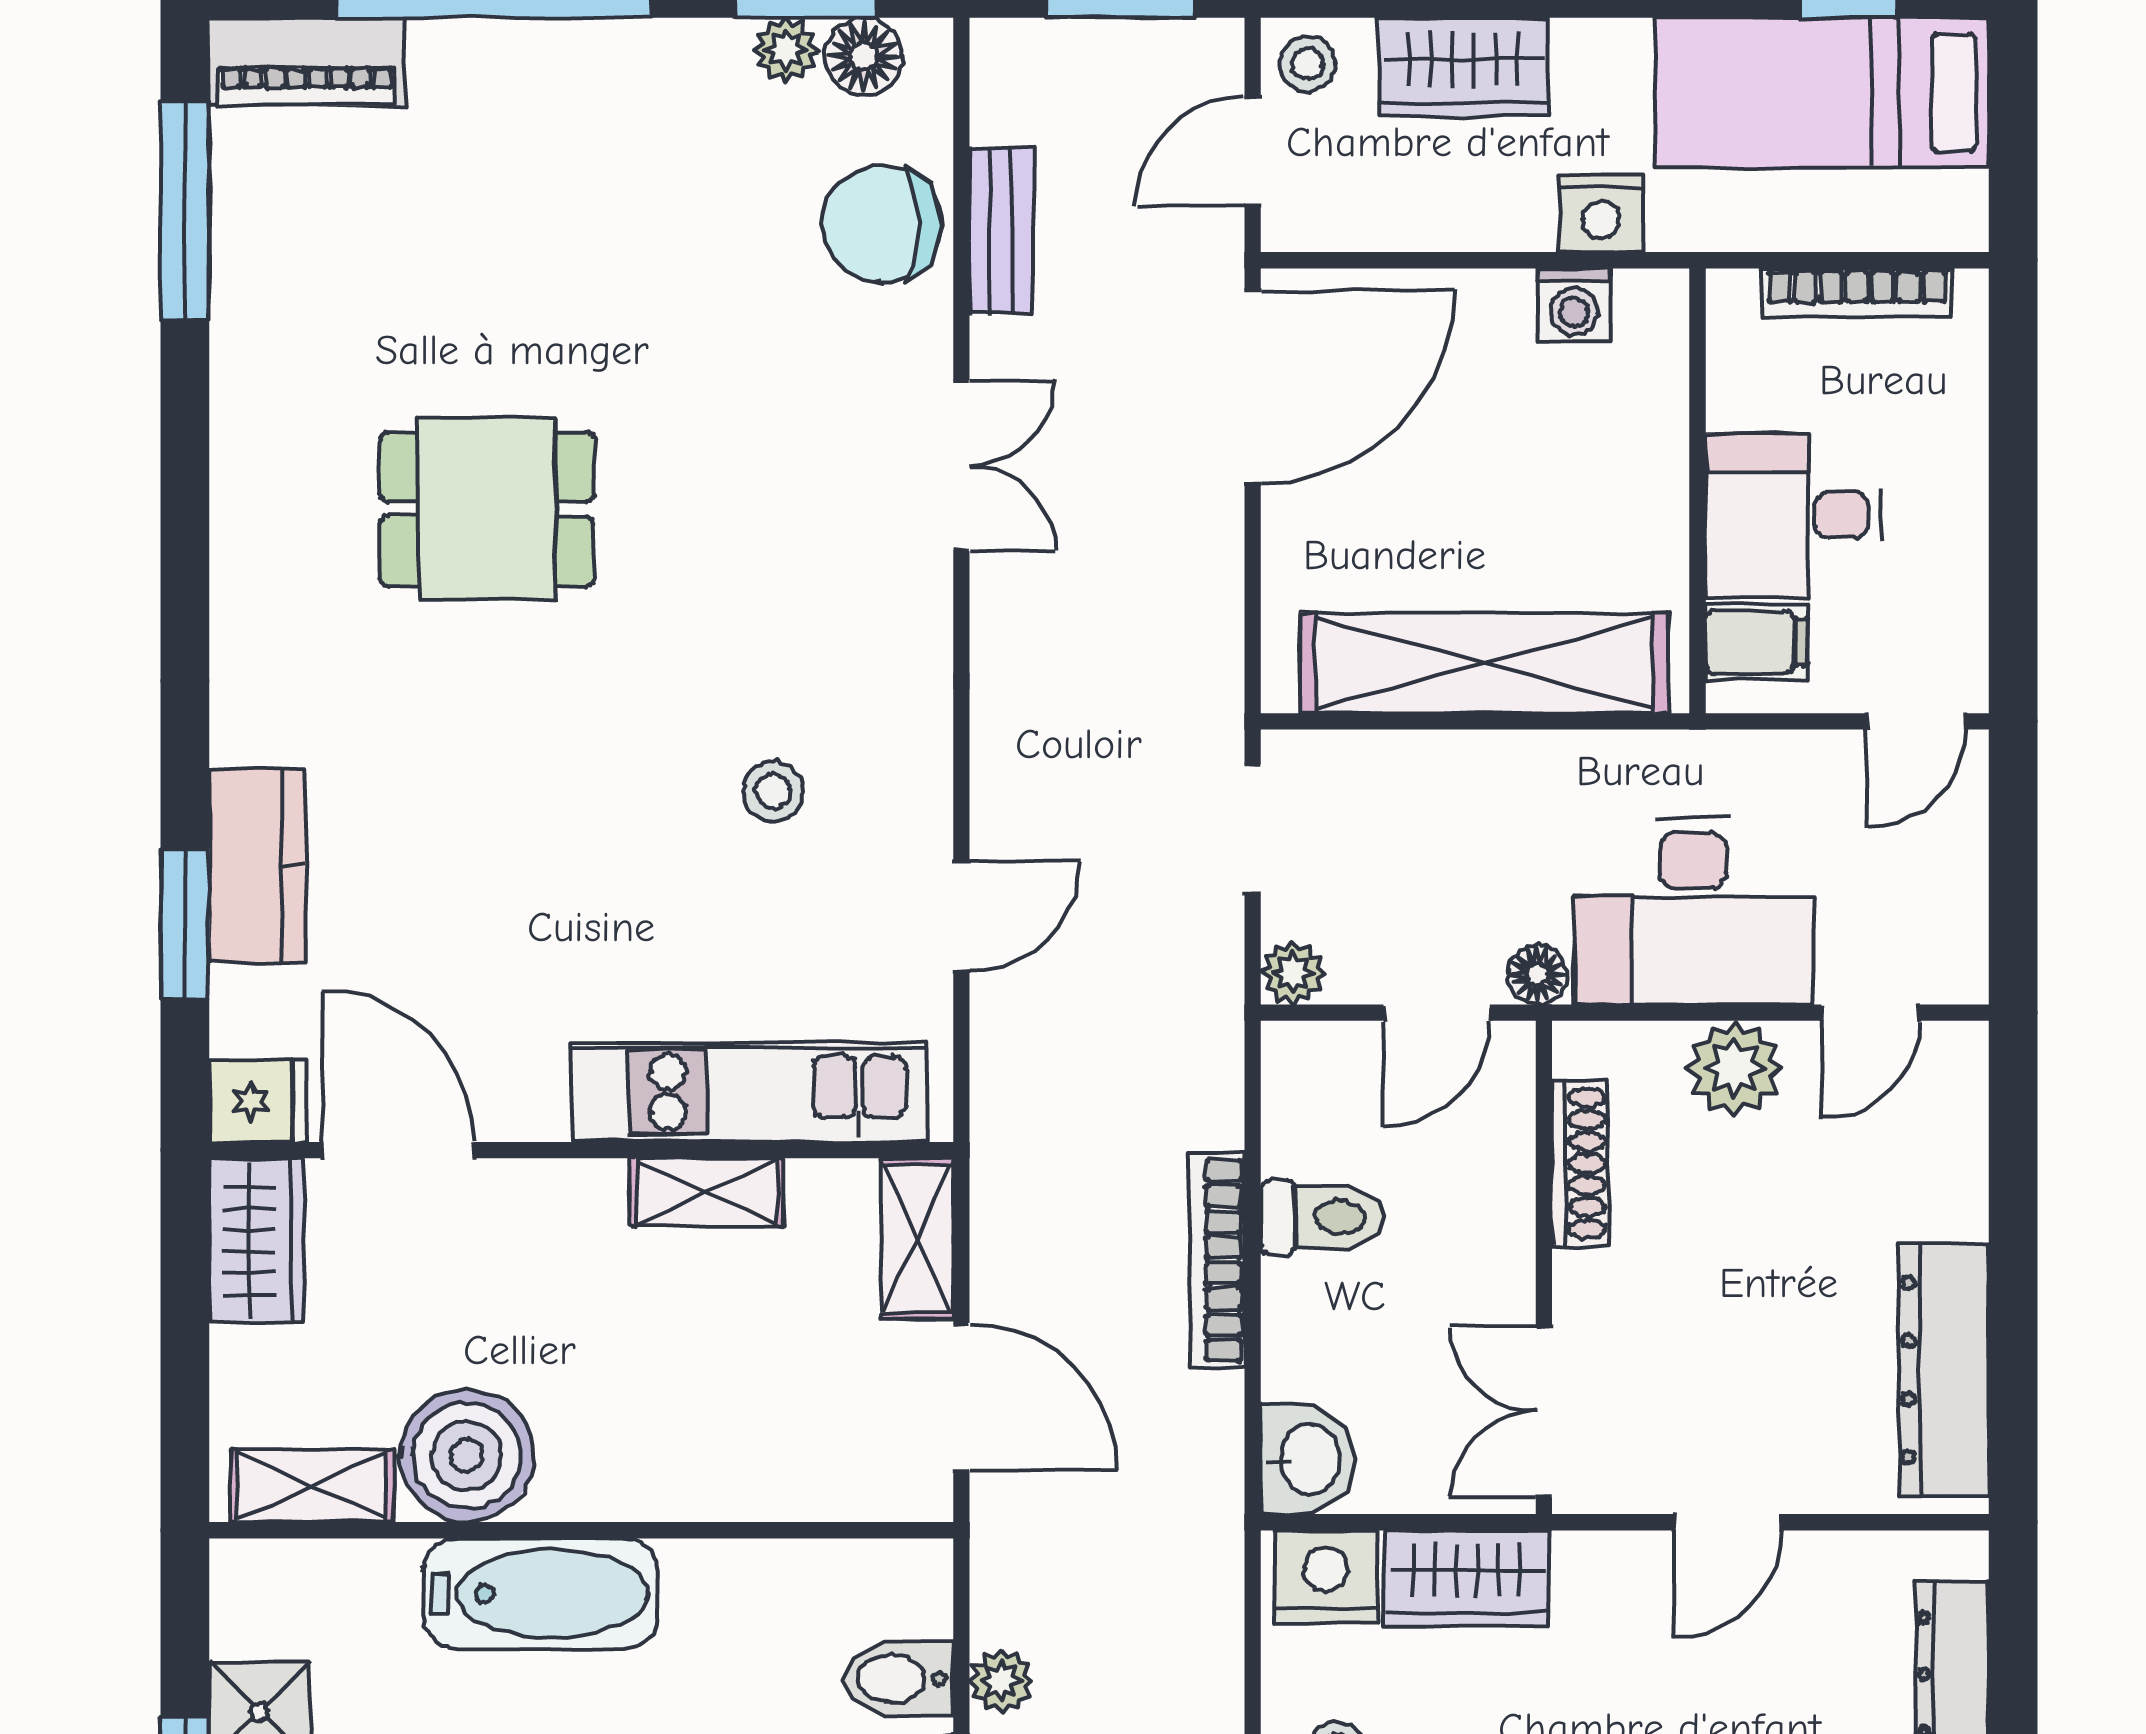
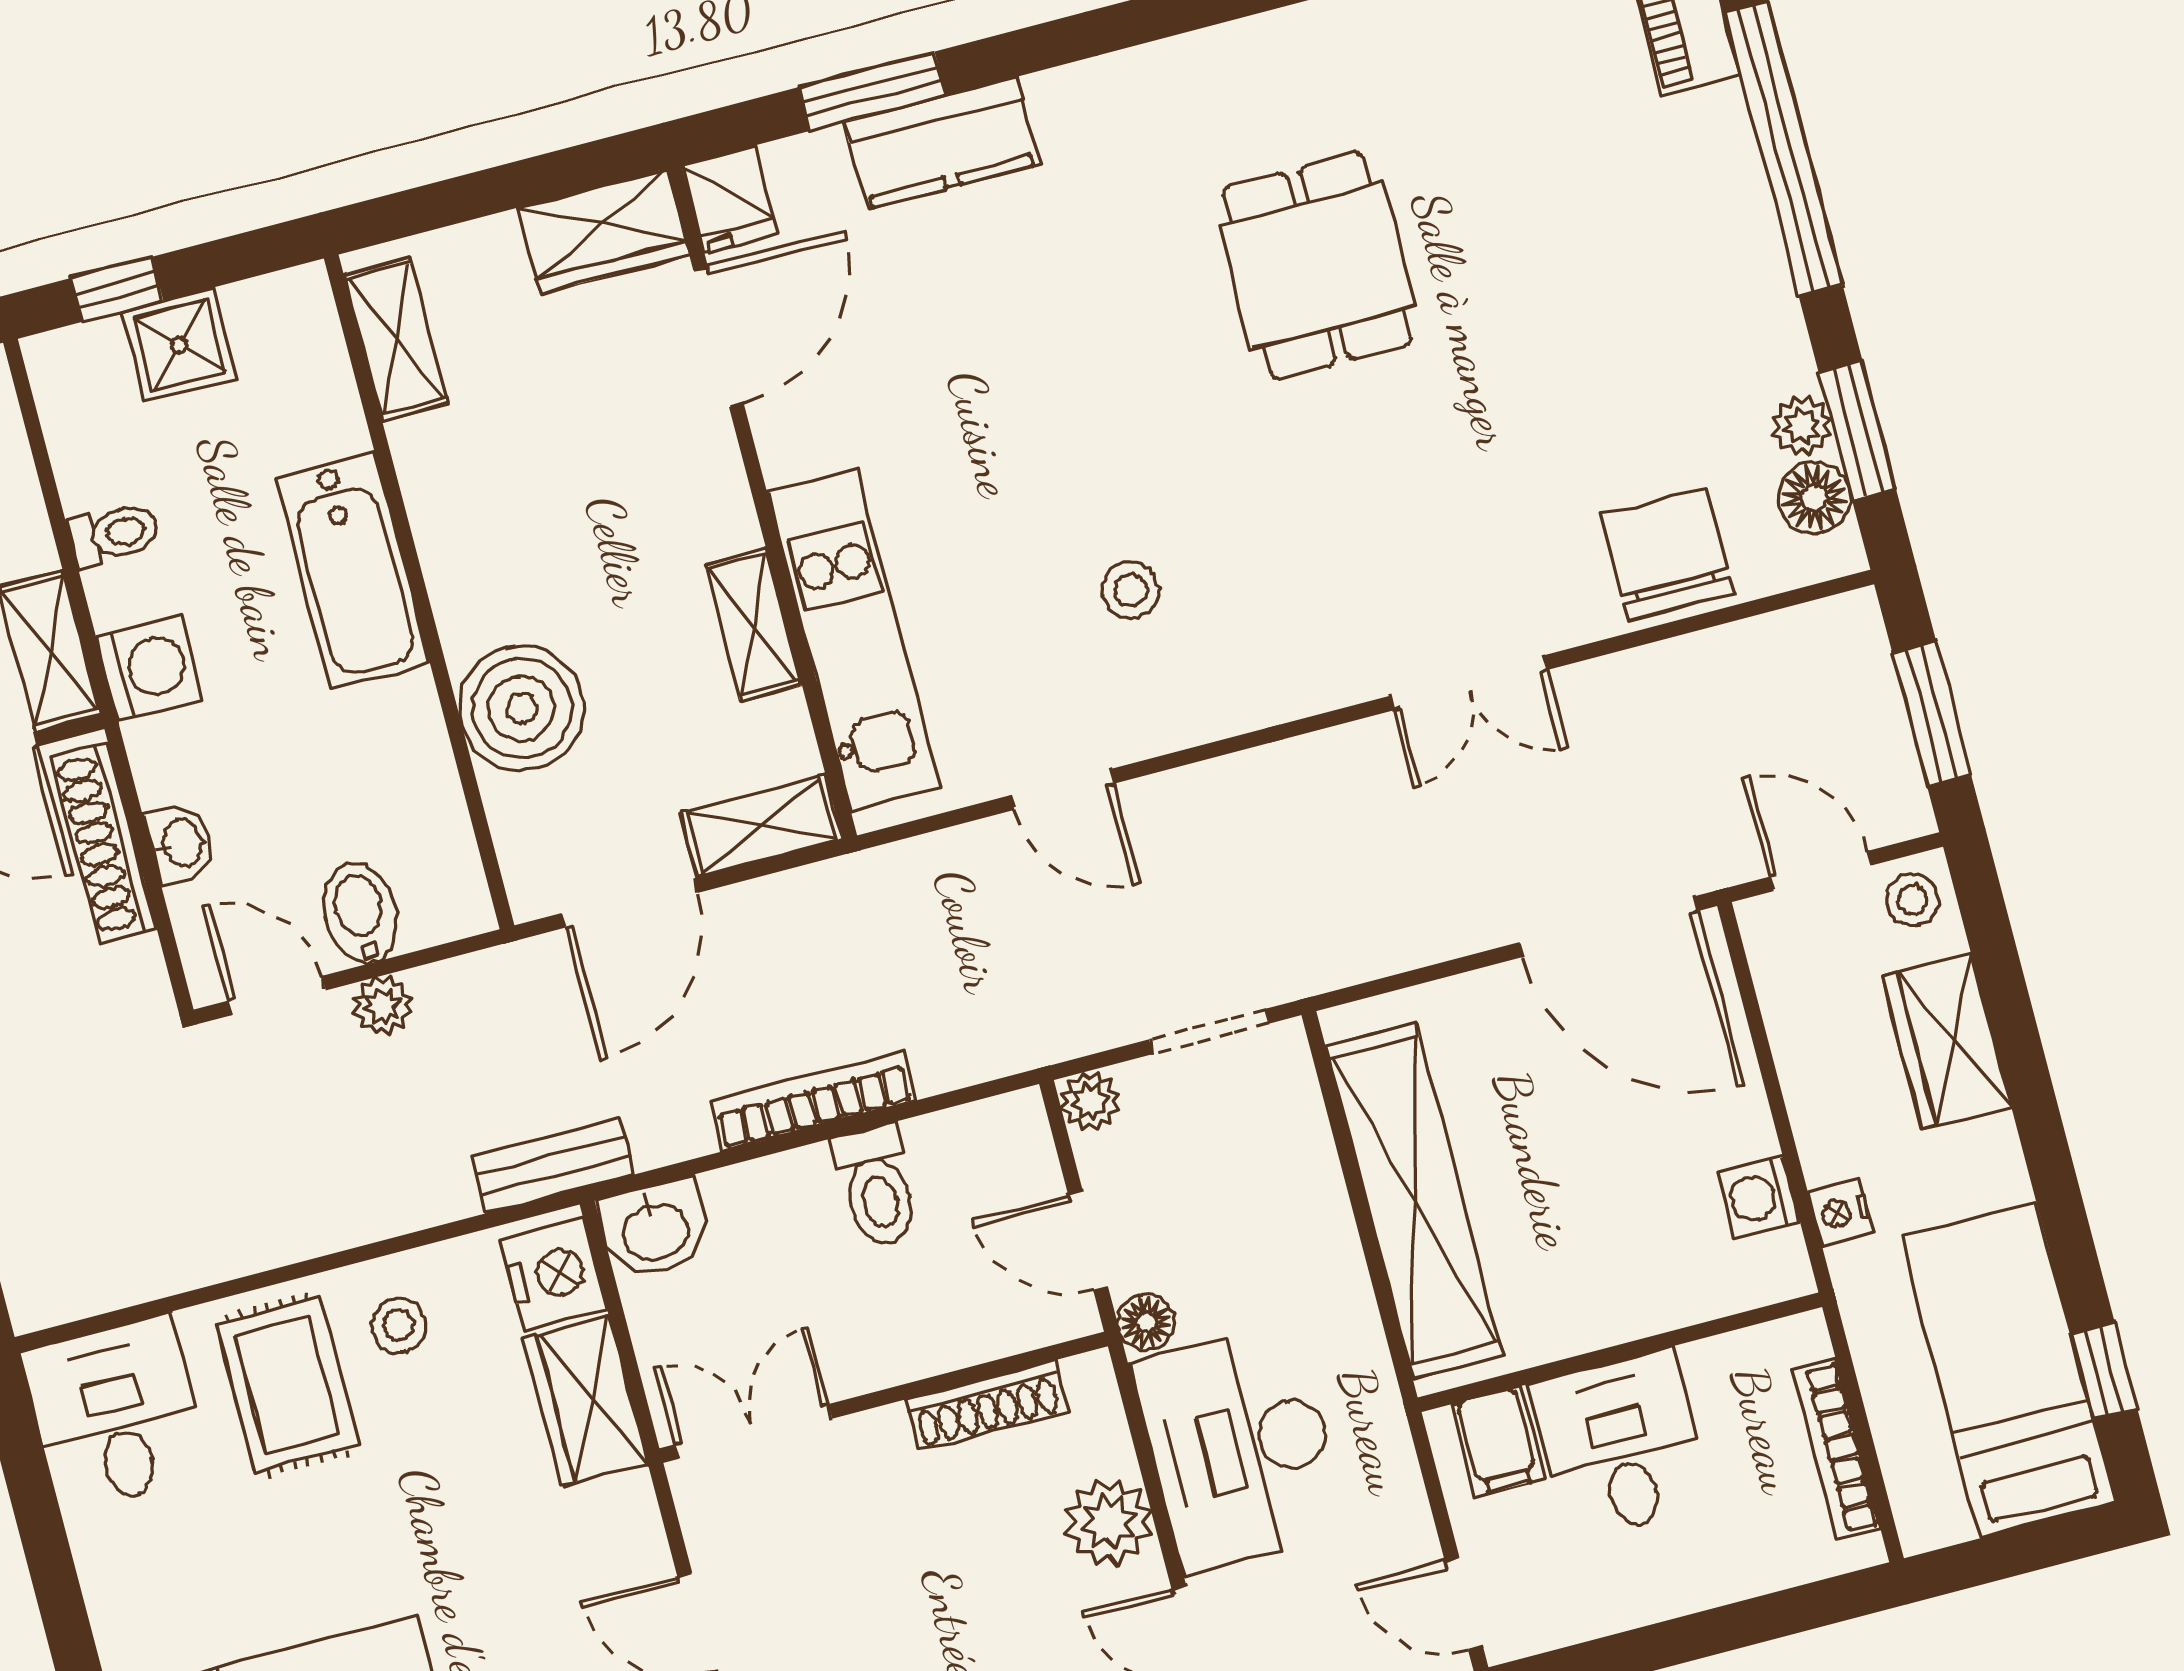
nightstand: (1601, 214) -> (1841, 1213), width x0.72, depth x0.74
bench: (1001, 231) -> (553, 1165), moved
boiler: (467, 1456) -> (522, 708), moved

